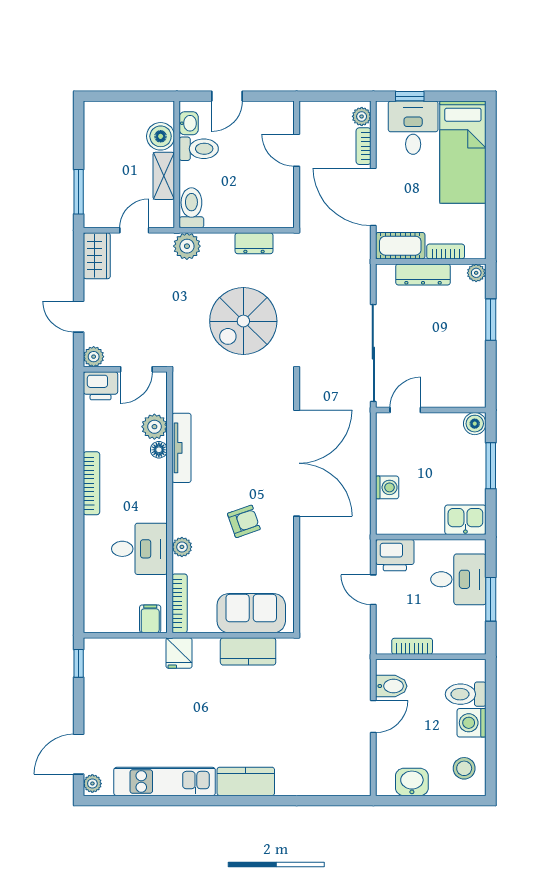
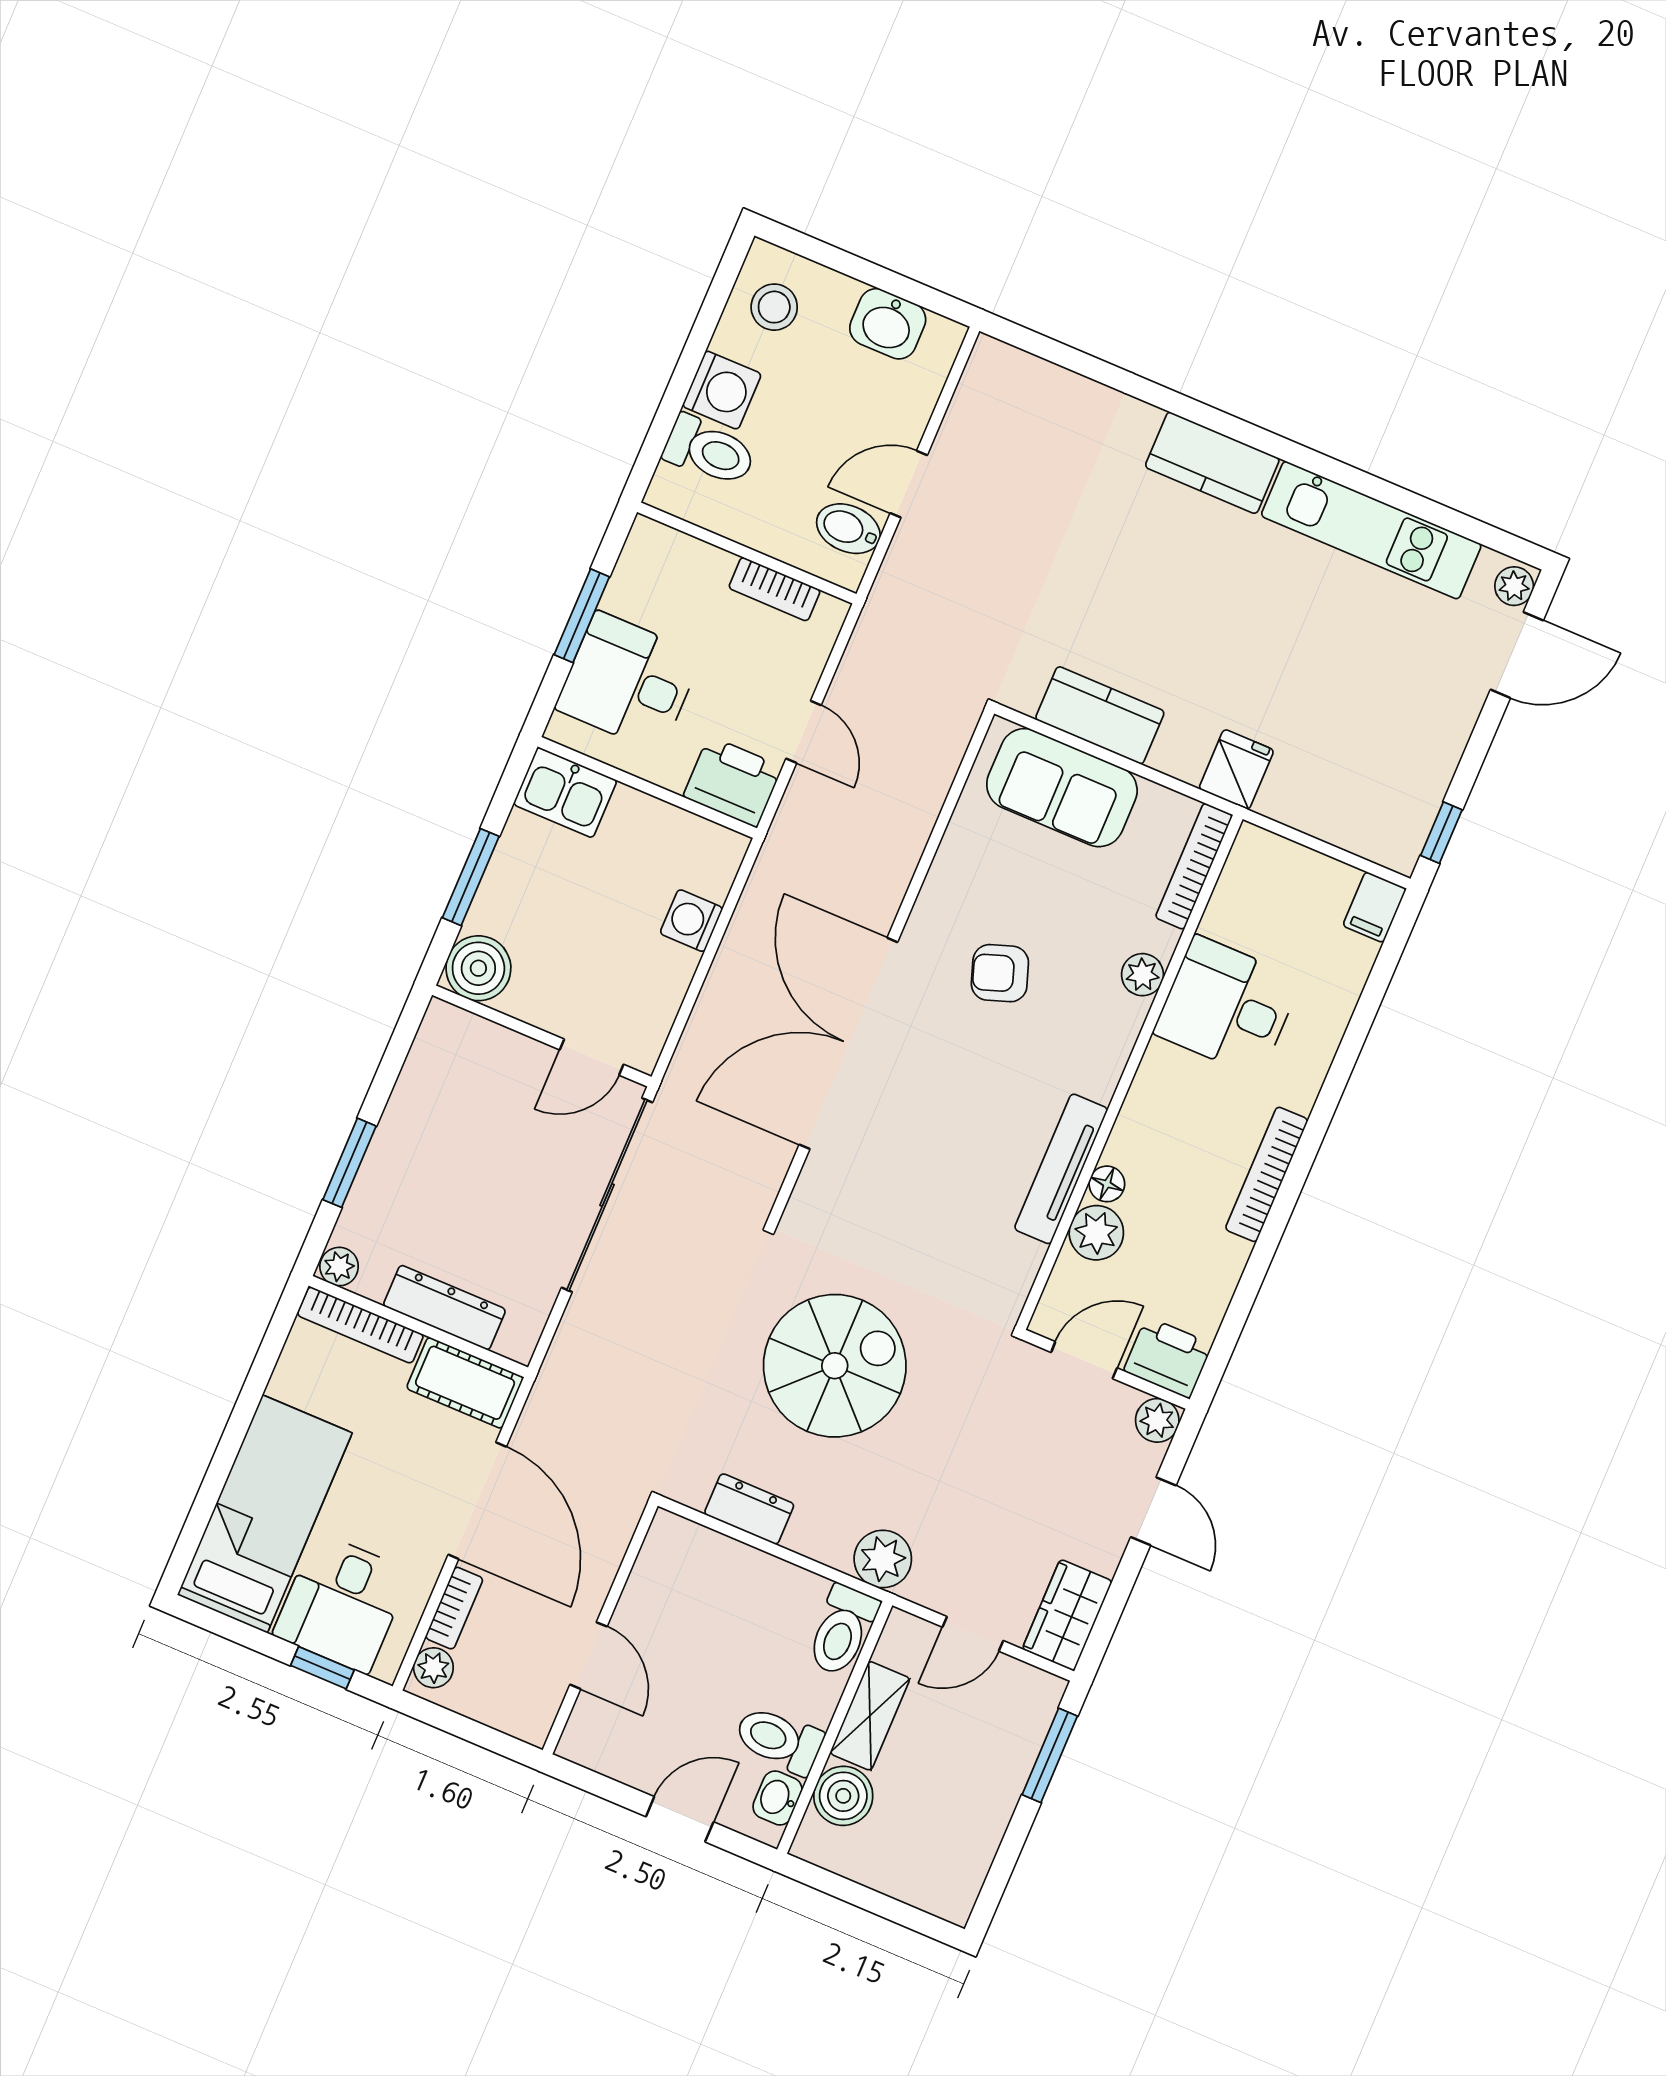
bookcase: (446, 251) -> (360, 1325), width x1.56
boiler: (475, 424) -> (478, 968), width x1.36, depth x1.36
filing cabinet: (150, 619) -> (1374, 907), moved

